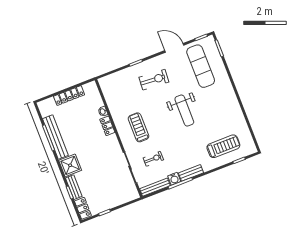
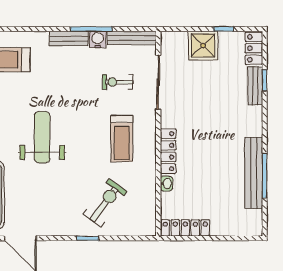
exercise bike: (154, 80) -> (105, 203), moved, turned 122
locker: (69, 95) -> (185, 228), moved
locker: (107, 126) -> (168, 151), width x1.53
shower: (70, 165) -> (203, 46), moved

